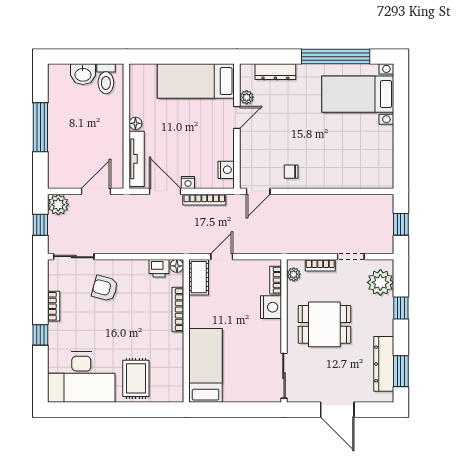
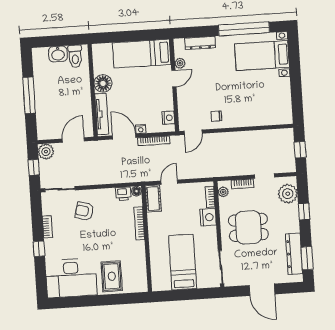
floor lamp: (135, 123) -> (103, 83), width x1.89, depth x1.89
bed: (206, 365) -> (183, 262), moved

